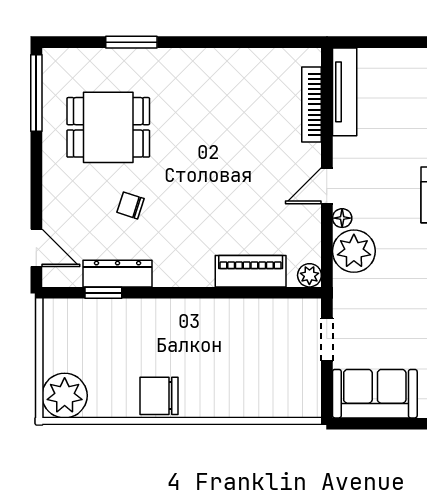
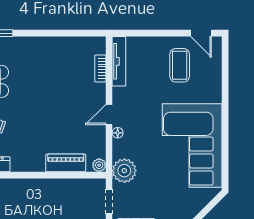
bookcase: (312, 104) -> (100, 68), width x0.64
plant: (354, 251) -> (124, 171), moved

